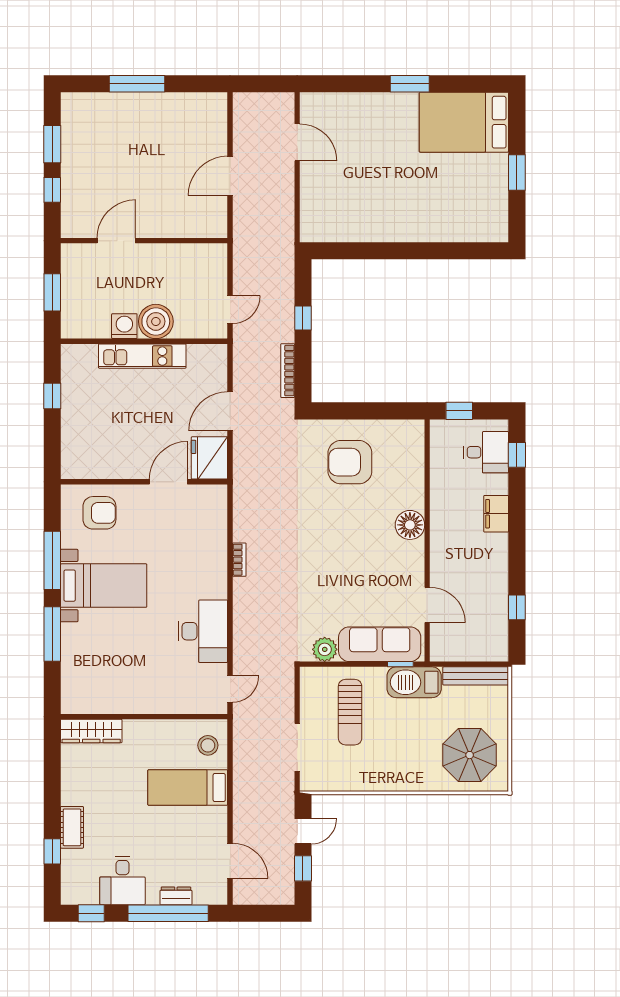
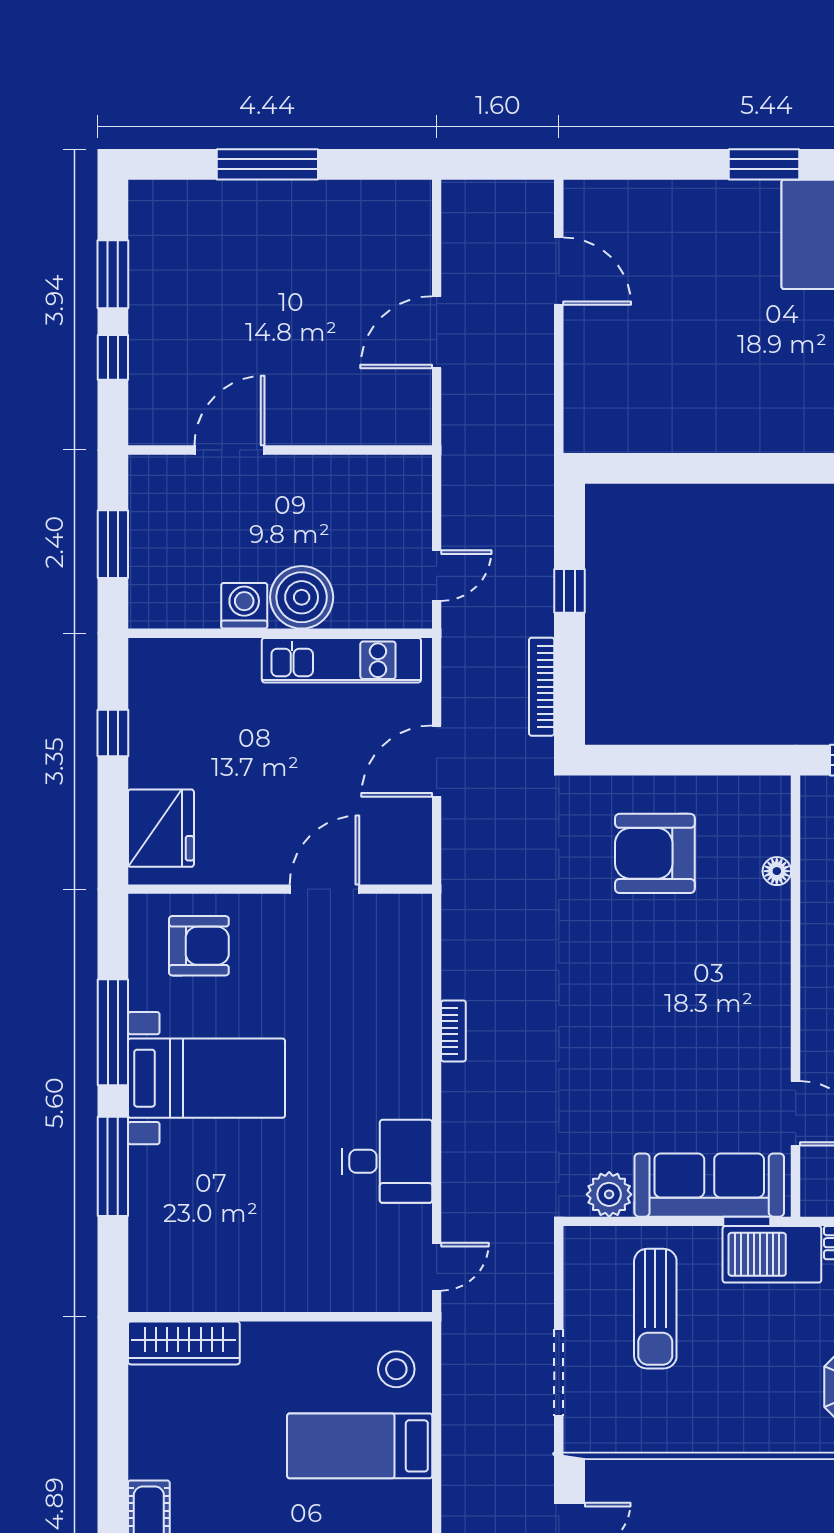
kitchen unit: (142, 356) -> (341, 660), moved
fridge: (209, 458) -> (161, 828), moved, turned 180
floor lamp: (410, 525) -> (777, 871), moved, width x0.53, depth x0.53
desk: (203, 631) -> (387, 1161), width x0.73

